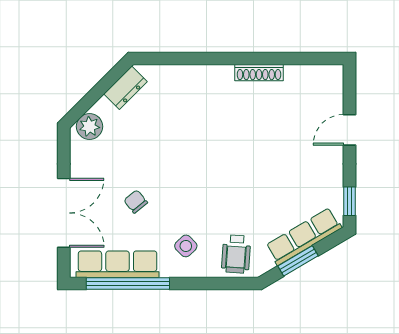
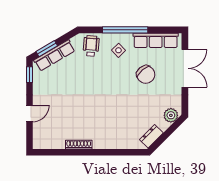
chair: (136, 202) -> (146, 74), width x1.87, depth x1.87
double door: (64, 213) -> (185, 68), swing flipped
window: (298, 261) -> (47, 49), moved
window: (128, 283) -> (125, 30), moved

